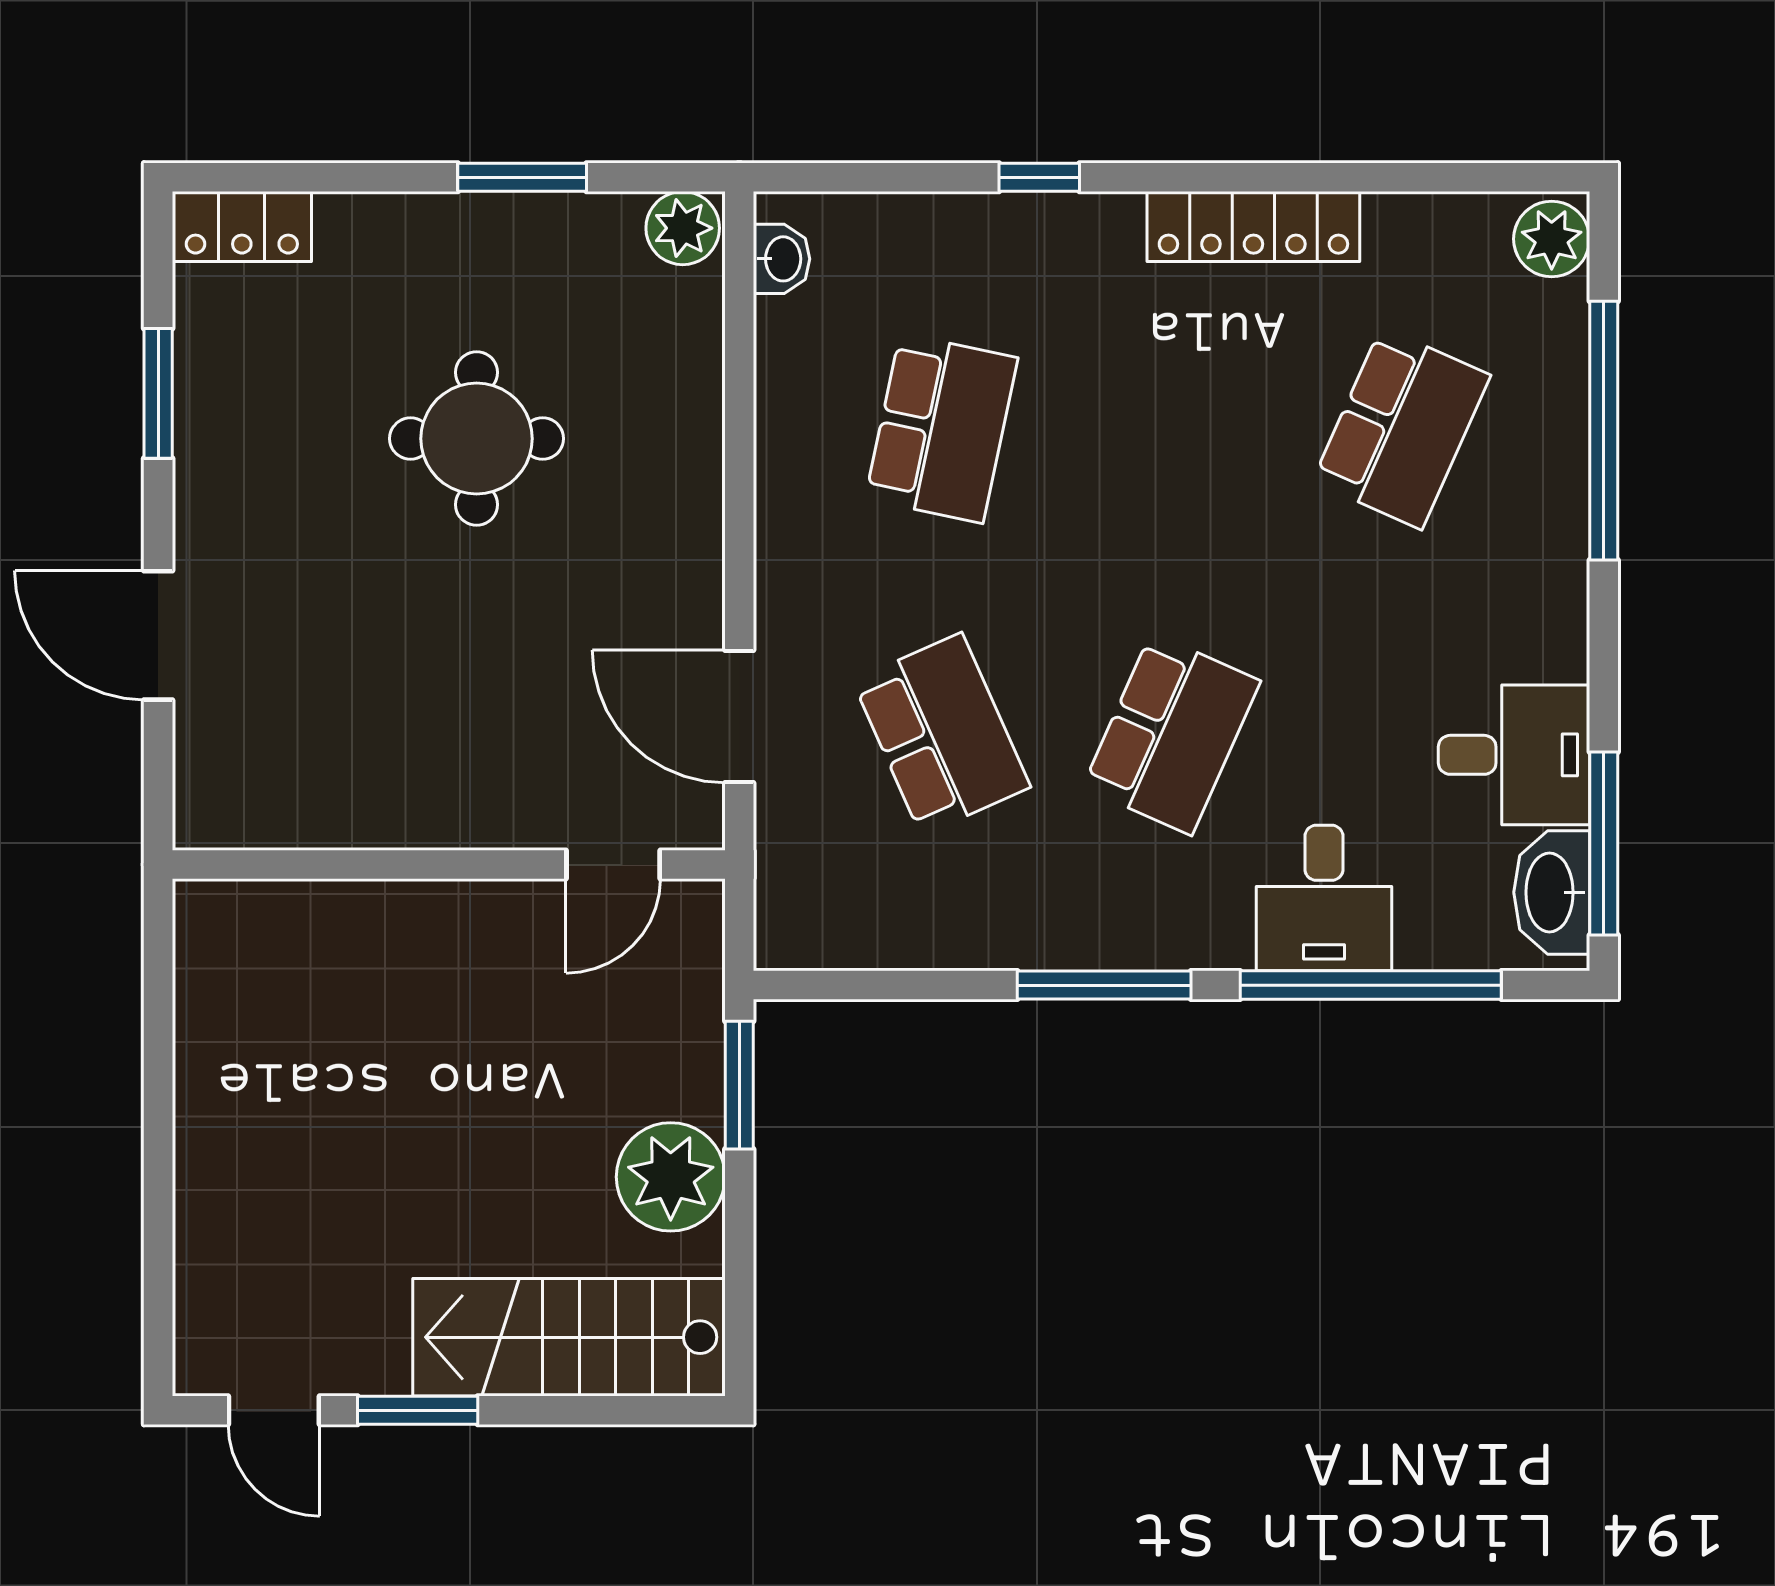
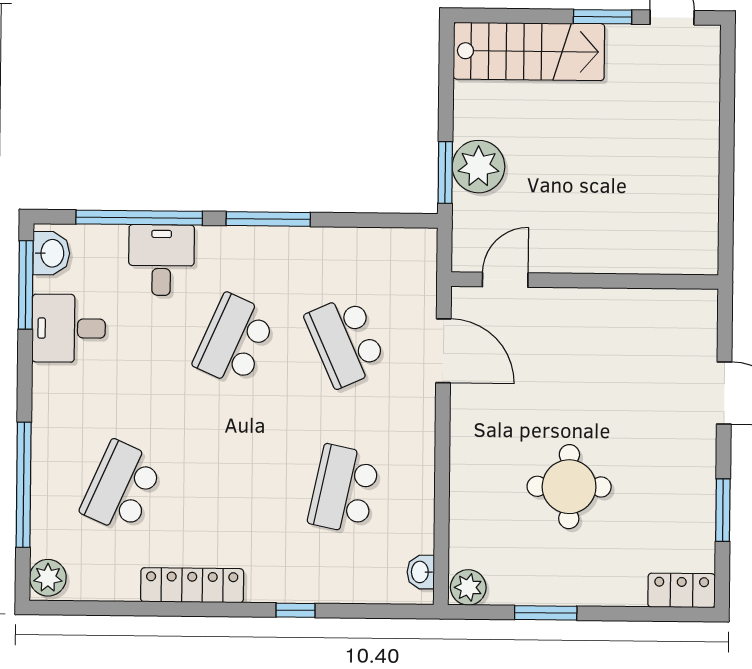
washbasin: (1552, 892) -> (51, 253), width x0.72
plant: (671, 1177) -> (478, 167), moved

